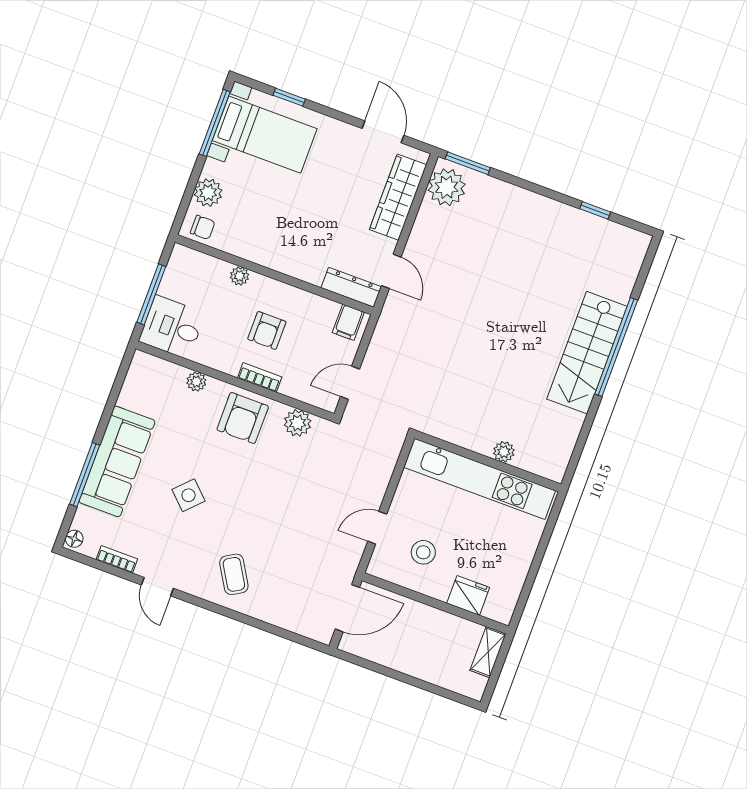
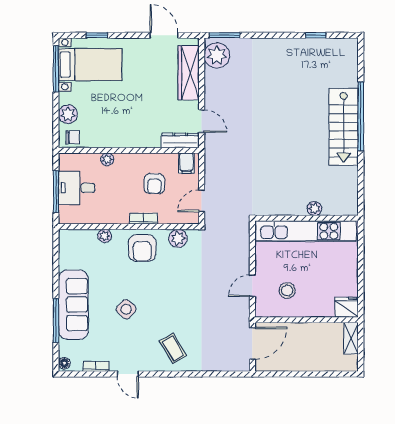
desk: (172, 327) -> (77, 188), moved
armchair: (267, 330) -> (154, 184), moved
fridge: (468, 595) -> (347, 307), moved

